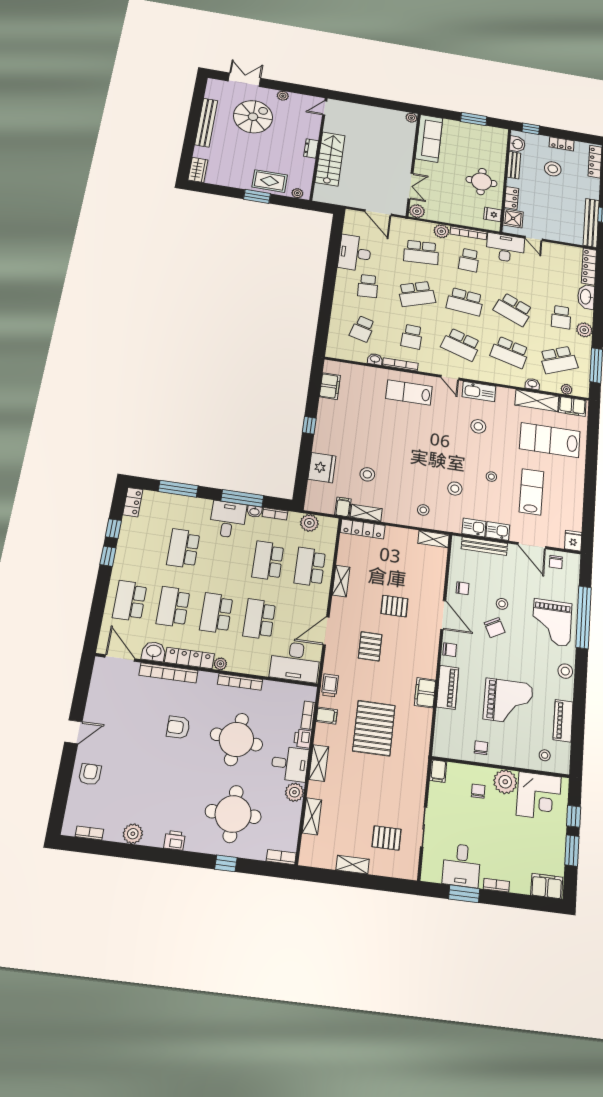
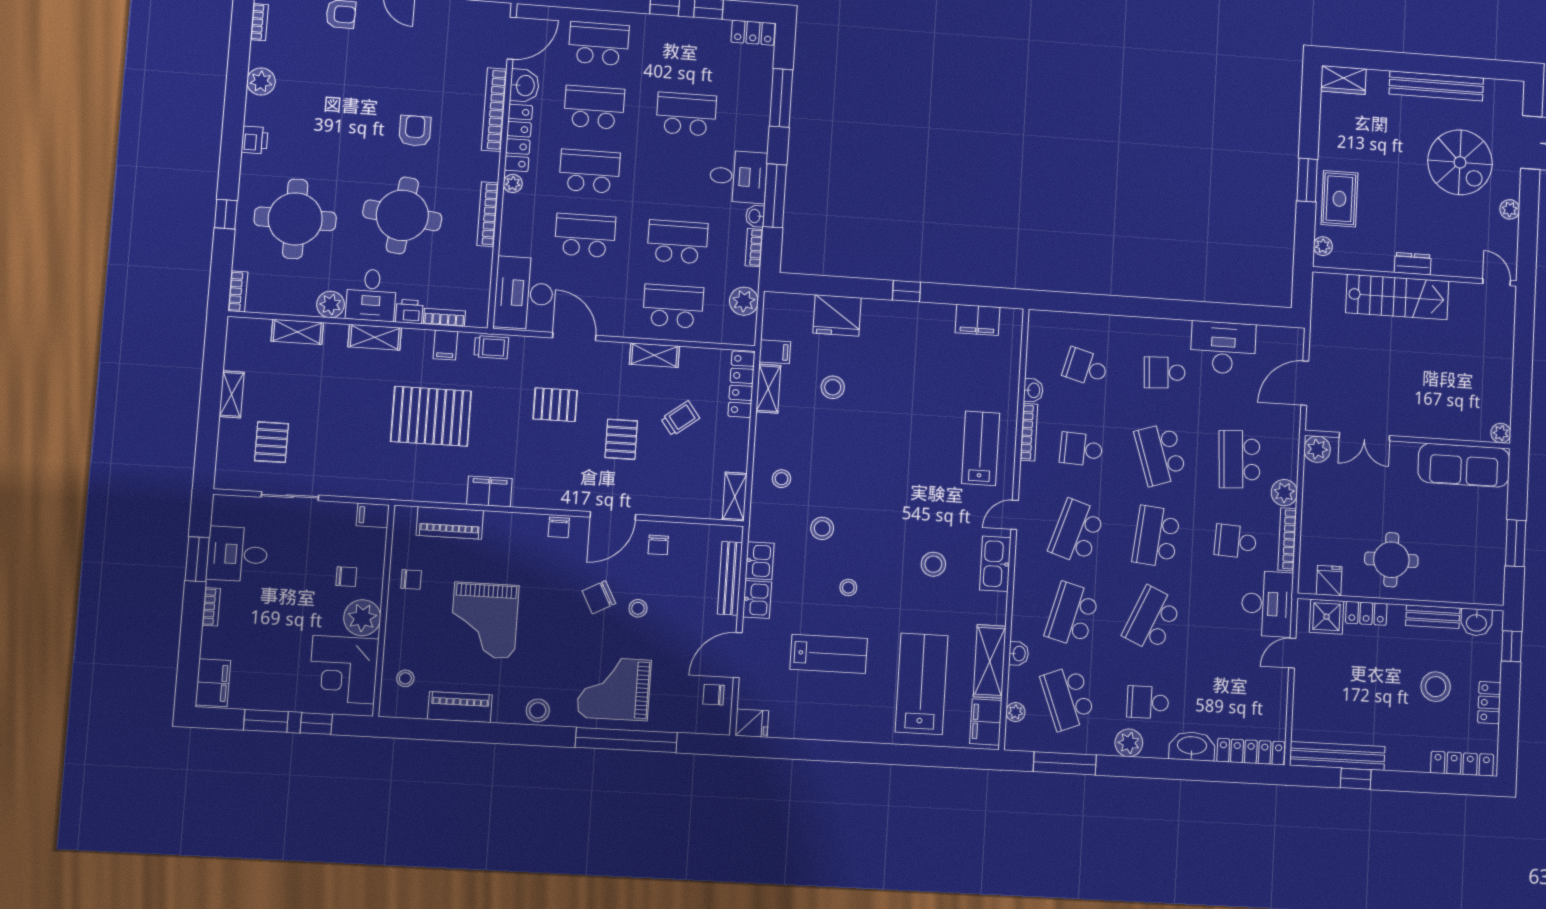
trolley: (383, 568) -> (680, 418), added
piano: (448, 687) -> (450, 523), moved

